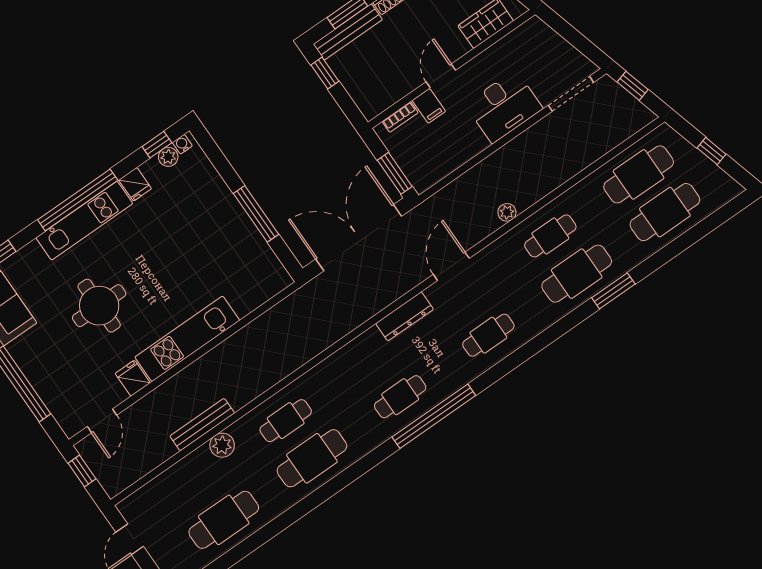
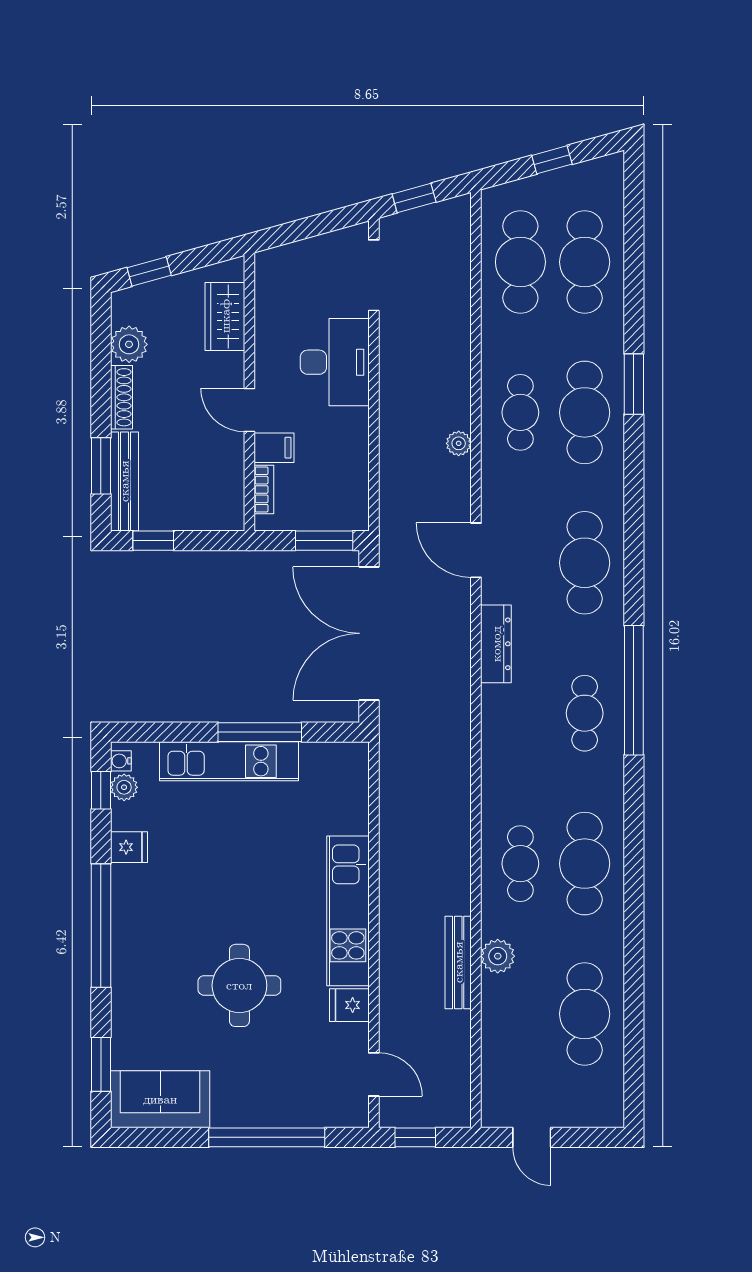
kitchen unit: (84, 221) -> (229, 761), moved, turned 90
cafe table: (488, 335) -> (585, 563), width x1.37, depth x1.35

